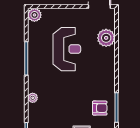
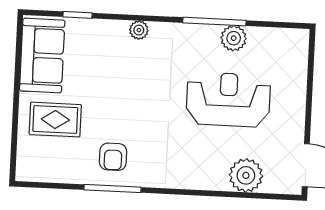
plant: (34, 15) -> (234, 38), moved
reception desk: (67, 49) -> (228, 100), turned 180

